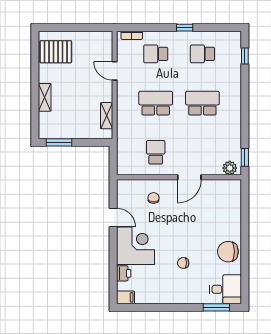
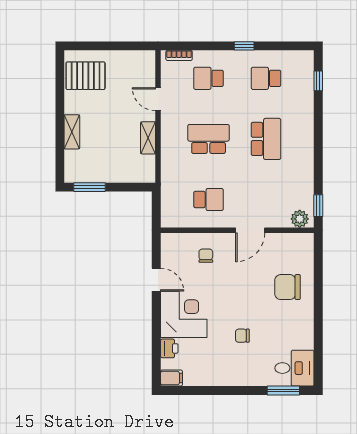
school desk: (202, 103) -> (266, 139), turned 90
shelving: (107, 116) -> (148, 138), moved
school desk: (156, 152) -> (209, 200), turned 90
chair: (228, 252) -> (288, 287), moved

